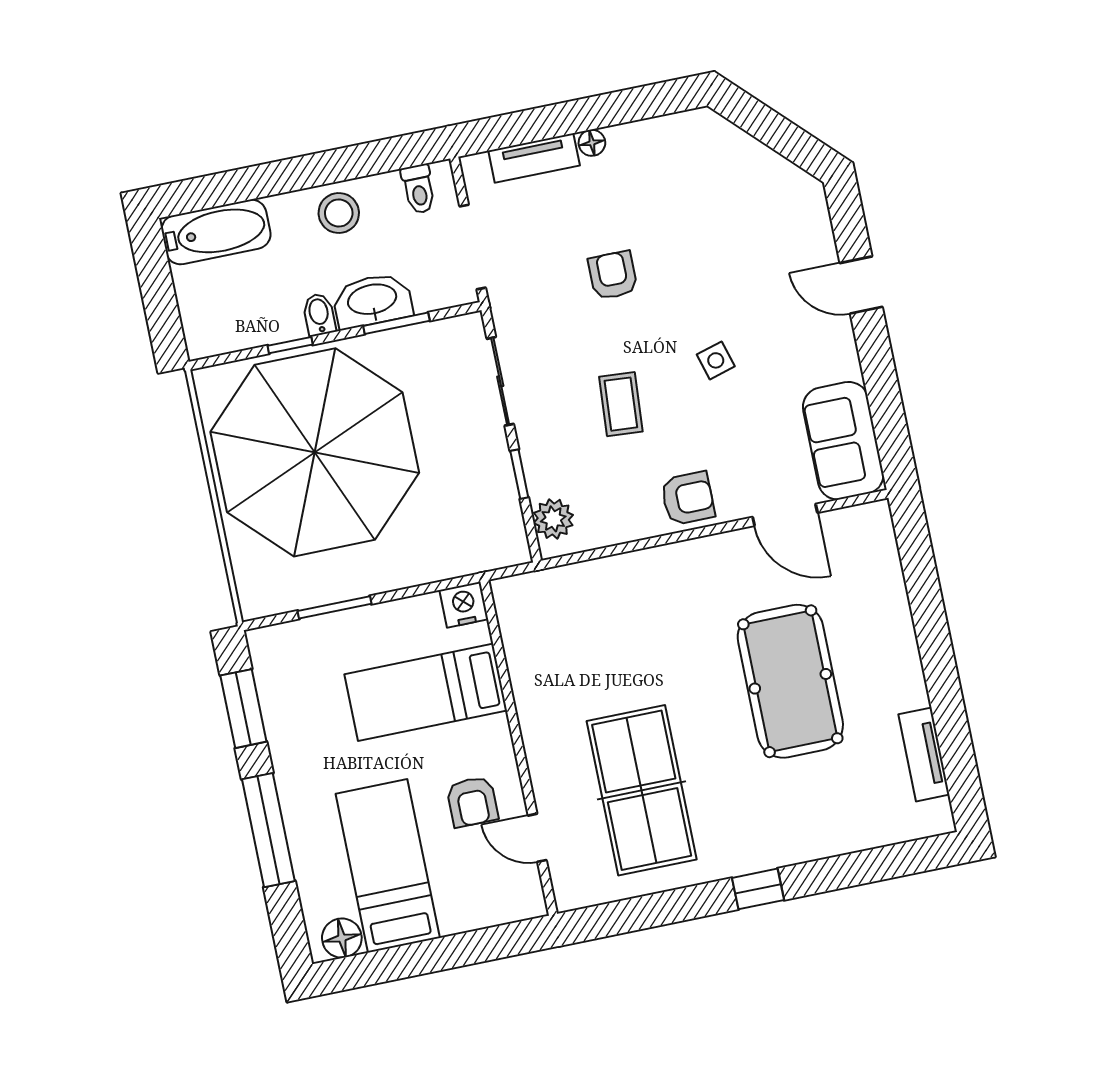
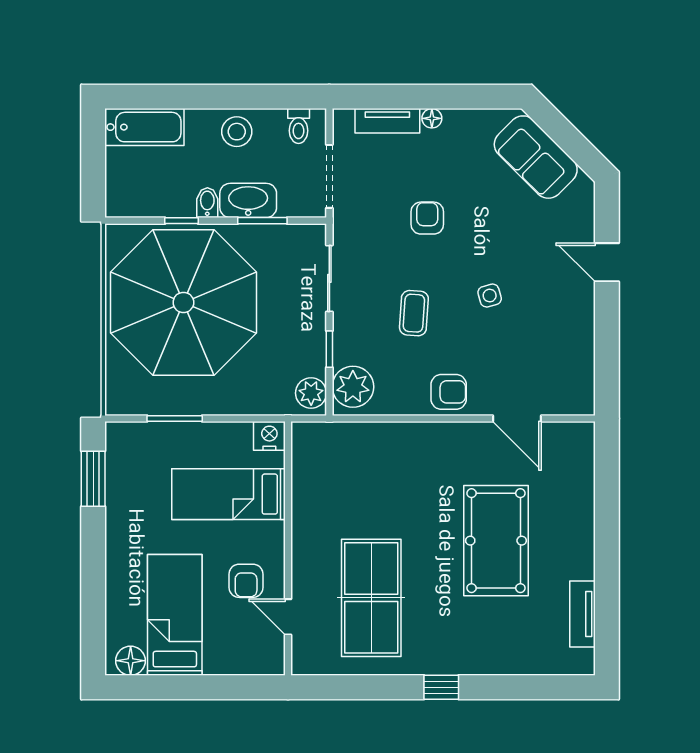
sofa: (843, 441) -> (536, 157), moved, turned -45
plant: (553, 519) -> (353, 387), width x1.36, depth x1.36
plant: (507, 537) -> (311, 393), added
window: (268, 830) -> (93, 571), removed

